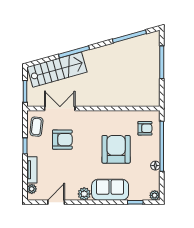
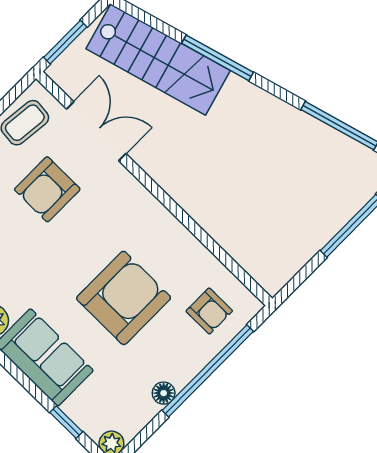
armchair: (62, 140) -> (47, 189), turned 90

